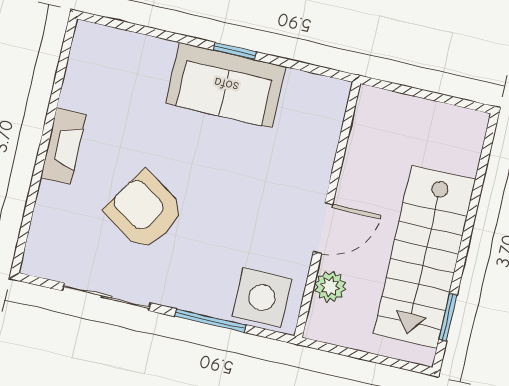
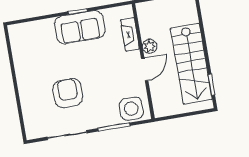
fireplace: (63, 146) -> (130, 34), moved, turned 180
armchair: (145, 211) -> (68, 93), turned 57
plant: (330, 287) -> (150, 46), moved

